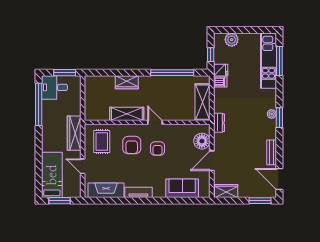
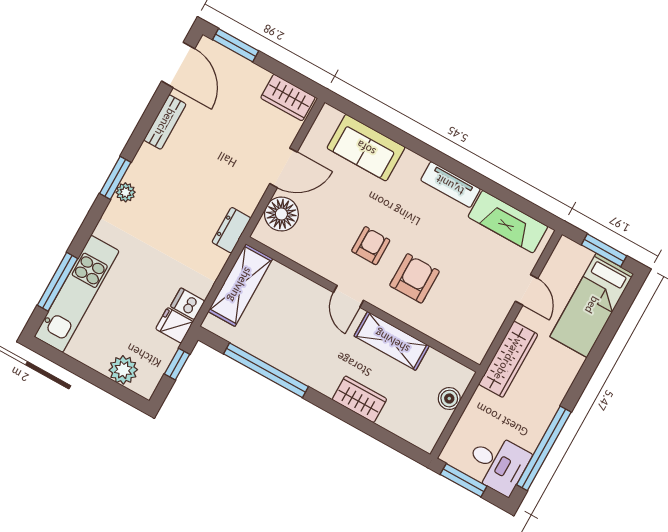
boiler: (90, 103) -> (449, 399), added
rug: (102, 142) -> (466, 316), removed

